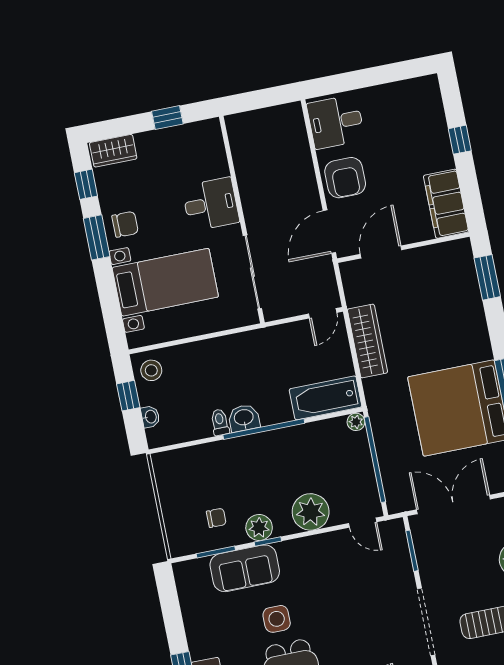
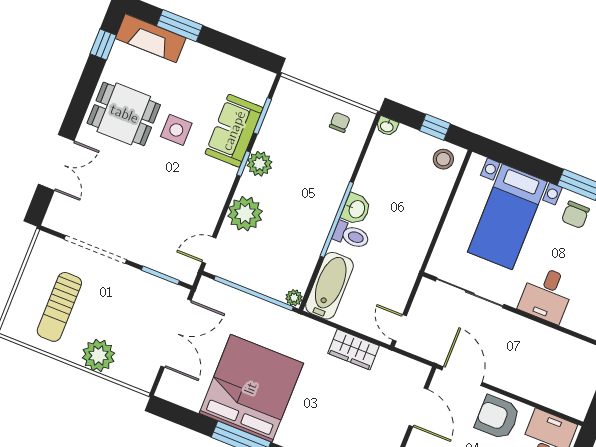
wardrobe: (367, 341) -> (354, 350), width x0.67
washbasin: (150, 417) -> (387, 126), moved
toilet: (220, 422) -> (351, 235), moved, width x1.37, depth x1.39
chair: (216, 518) -> (340, 122), moved, turned 180

